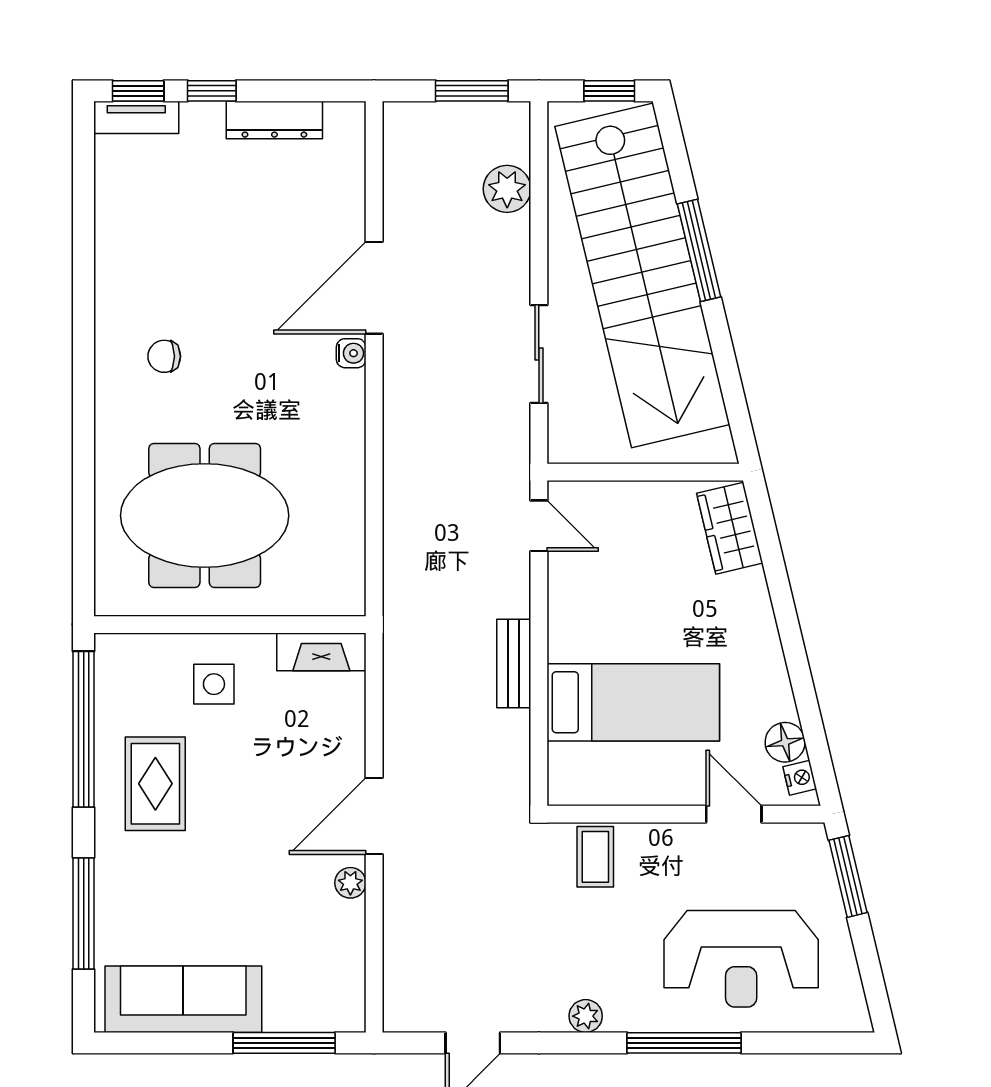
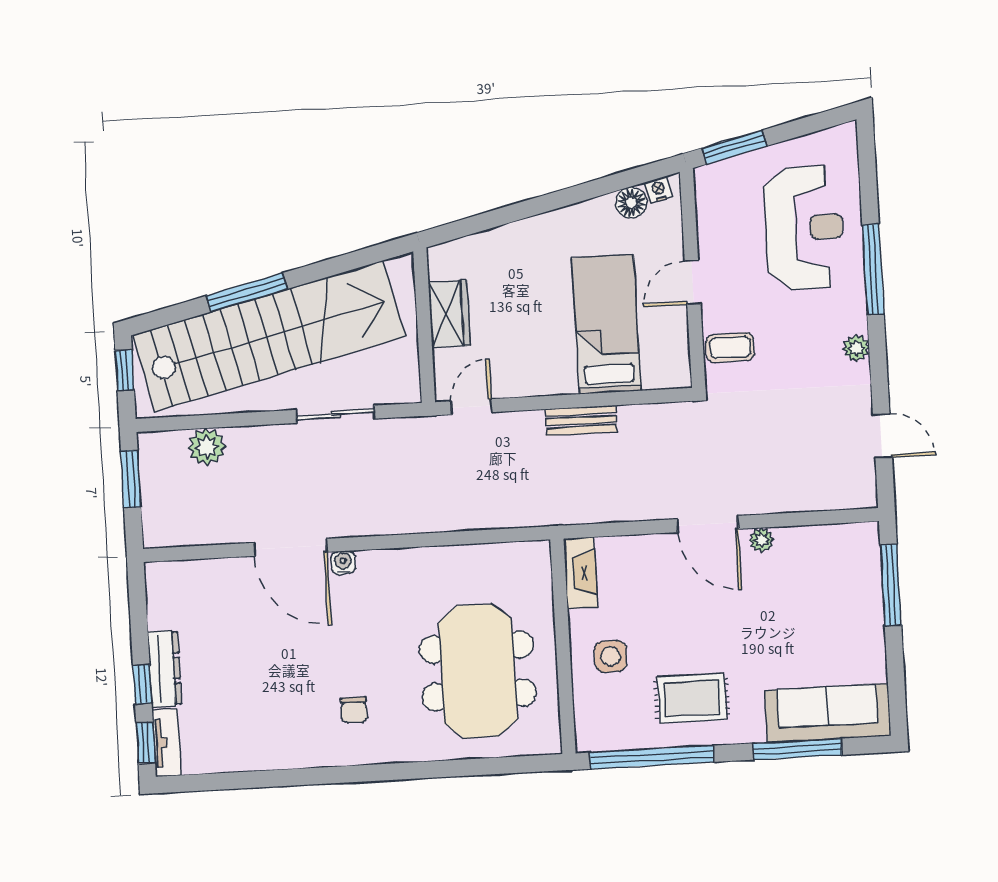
dresser: (274, 120) -> (164, 669), moved
wardrobe: (730, 528) -> (449, 314), moved, turned -77
door: (734, 814) -> (693, 282), moved
sofa: (183, 999) -> (828, 713), moved, turned 90

